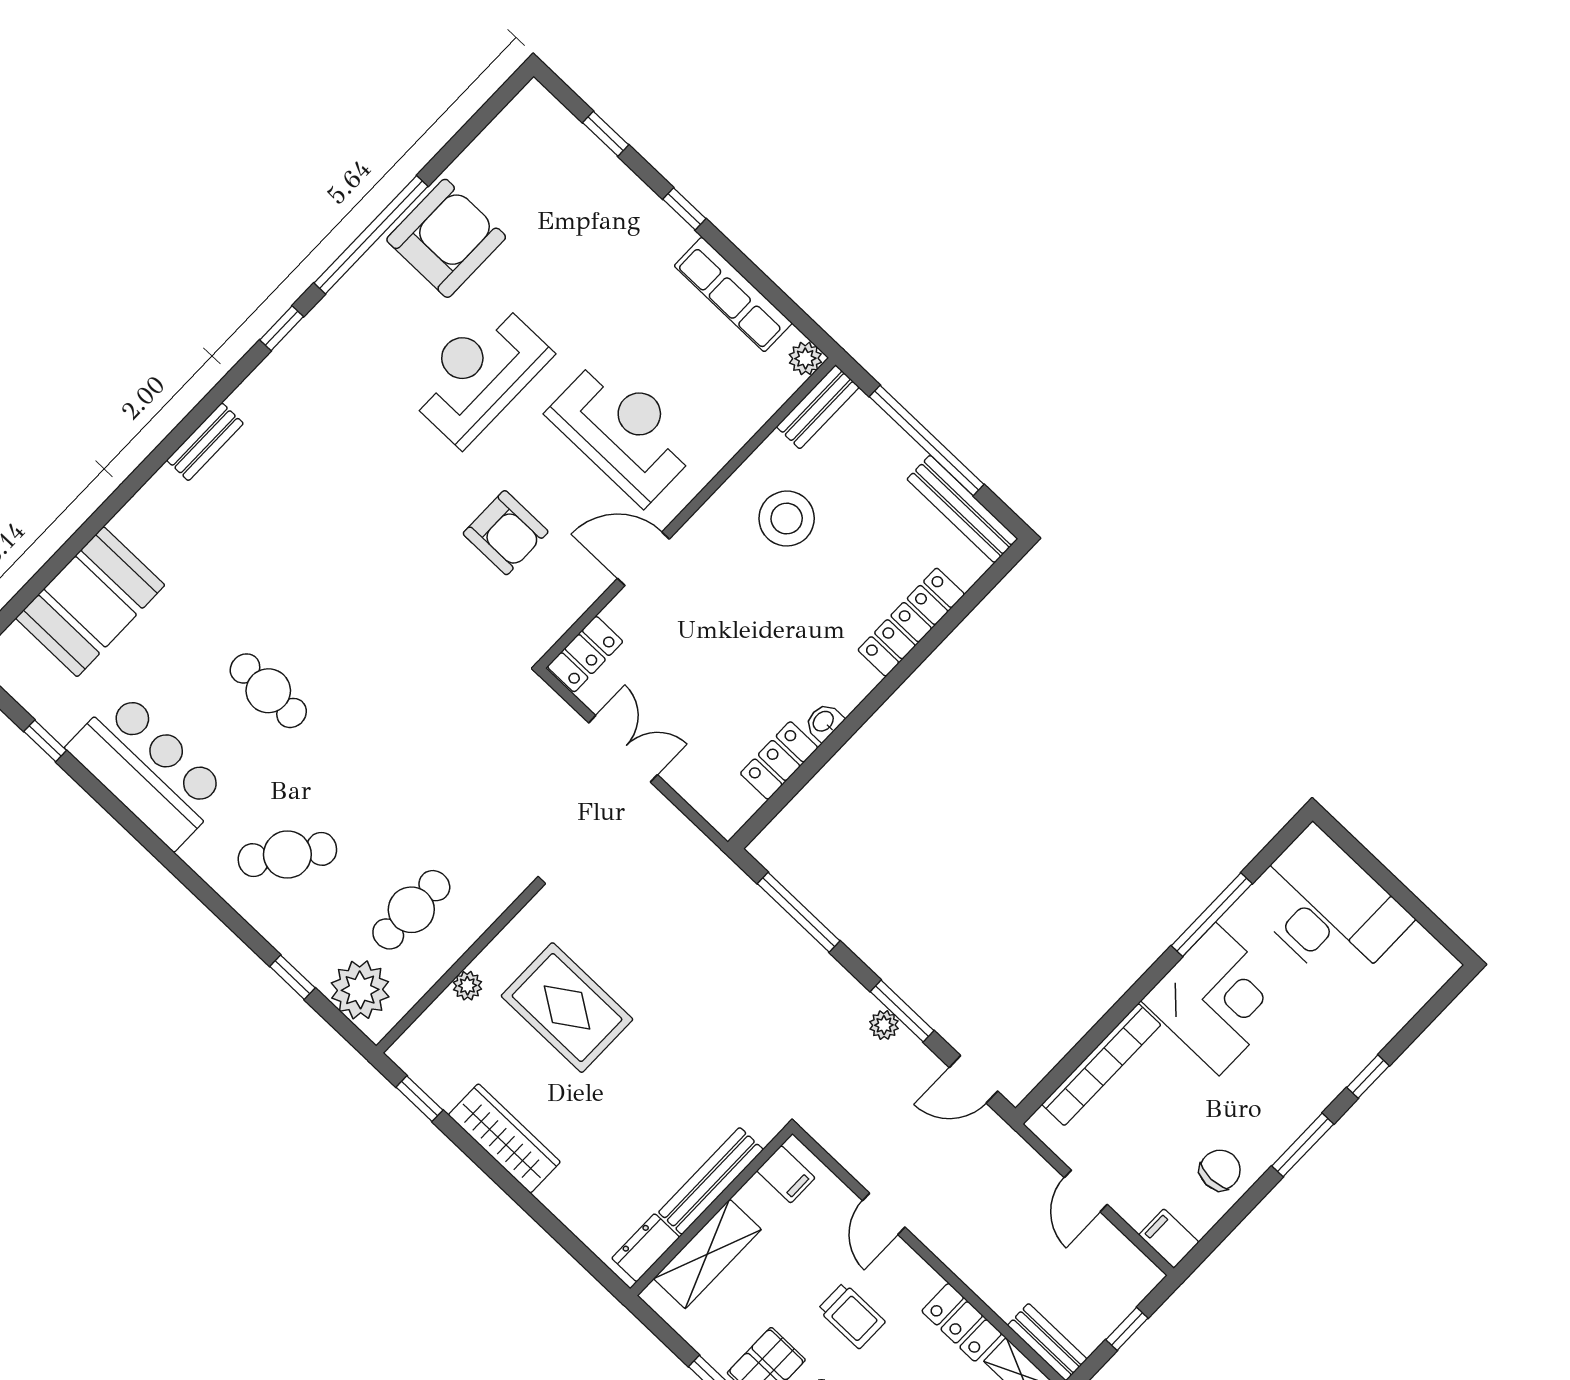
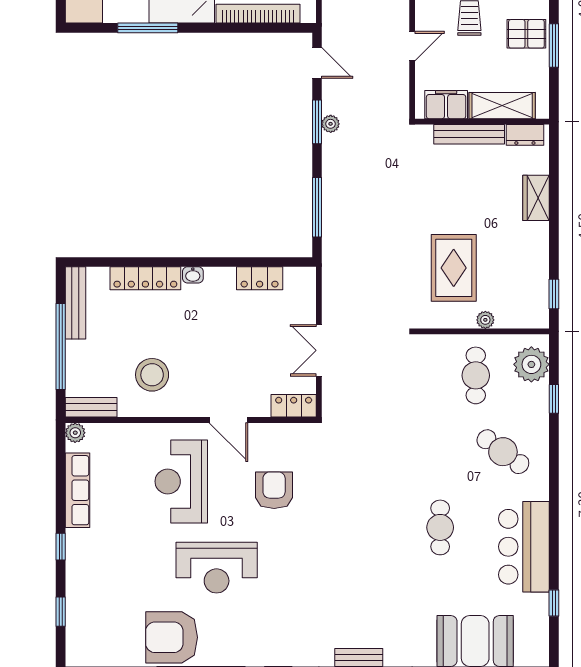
washbasin: (824, 722) -> (193, 275), moved
cafe table: (411, 910) -> (476, 375), turned 90
wardrobe: (504, 1138) -> (536, 198), moved, width x0.67
filing cabinet: (786, 1174) -> (446, 105), width x2.00

